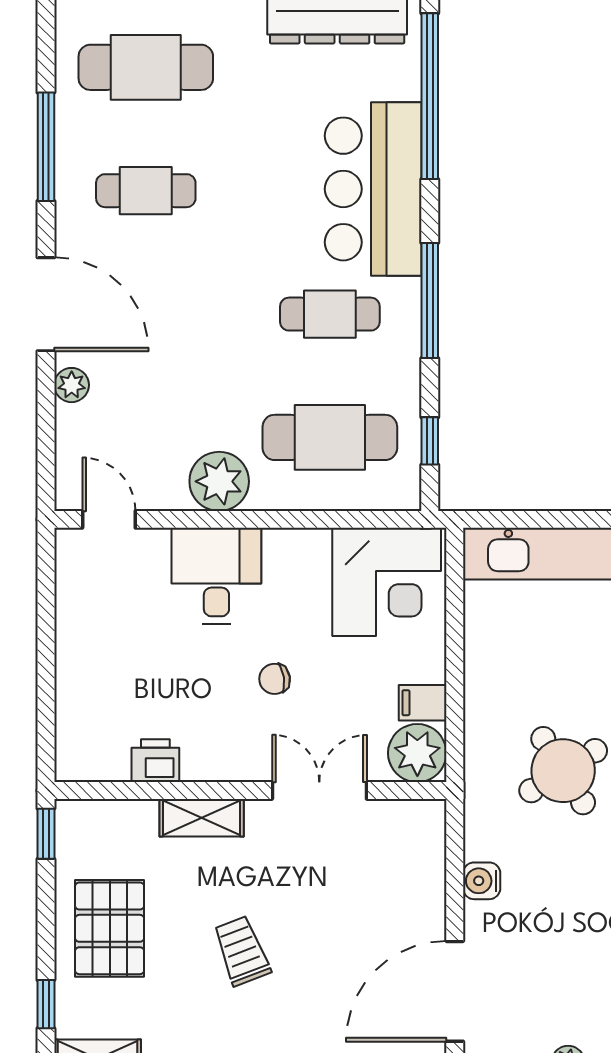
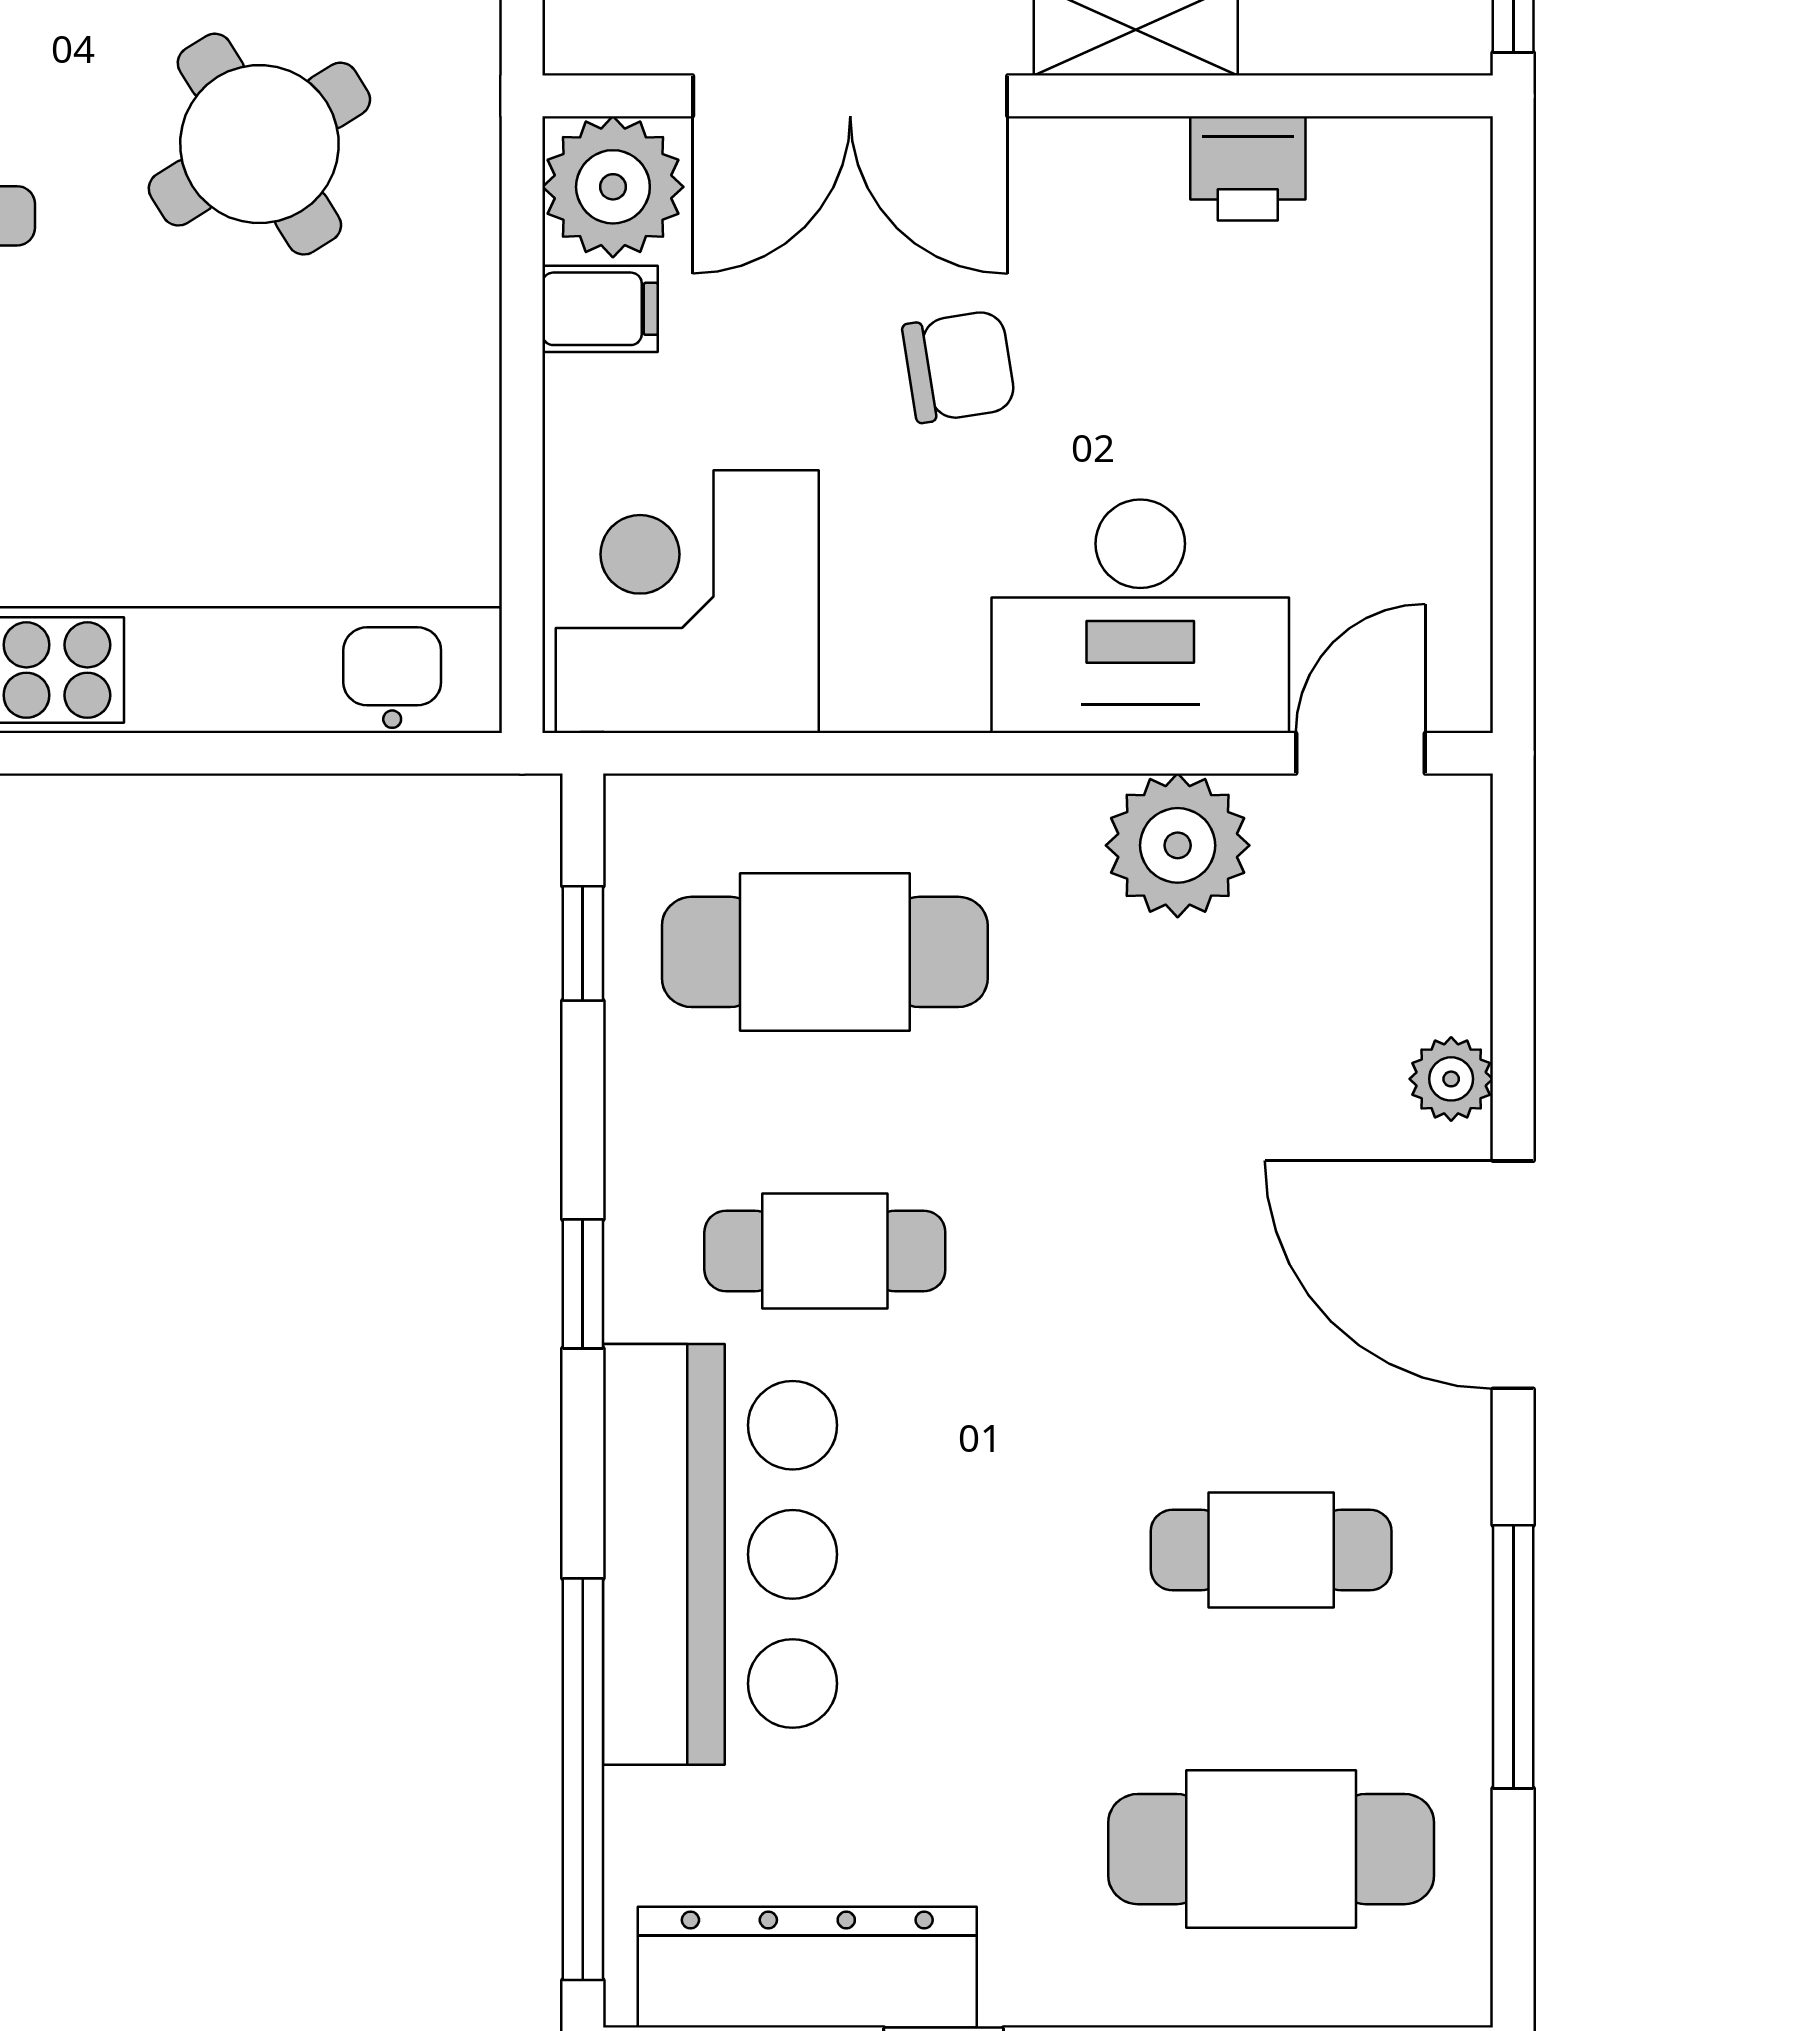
window: (430, 301) -> (583, 1284), width x0.46
plant: (219, 481) -> (1178, 845), moved
door: (109, 519) -> (1361, 753), swing flipped
desk: (216, 576) -> (1140, 616), width x1.37
chair: (275, 679) -> (959, 366), width x1.37, depth x1.37
double door: (319, 791) -> (850, 96), width x1.37

